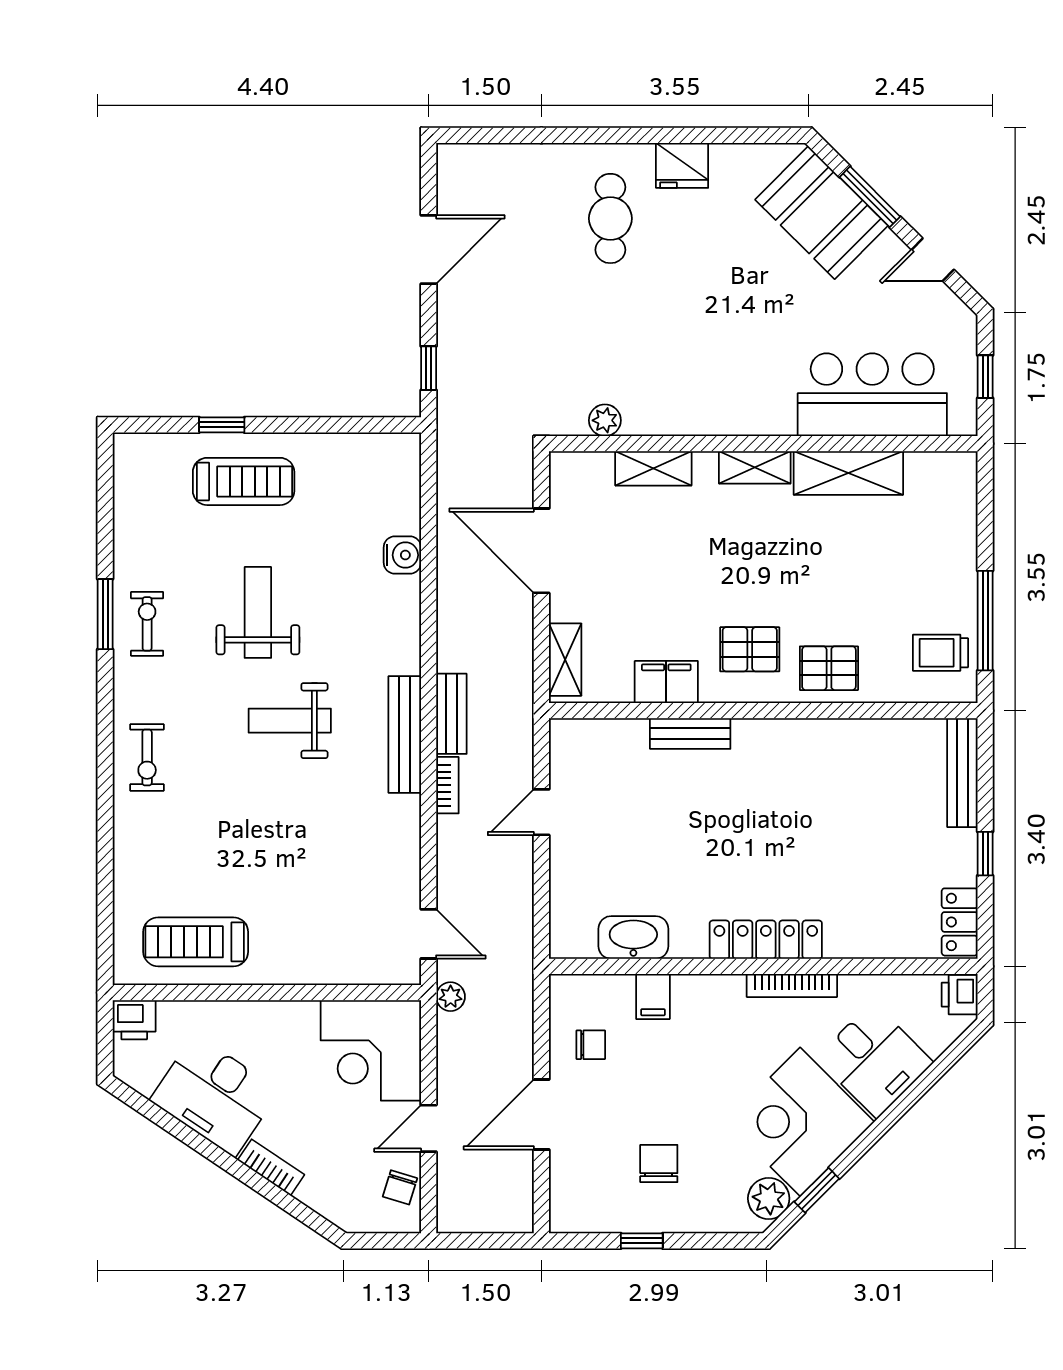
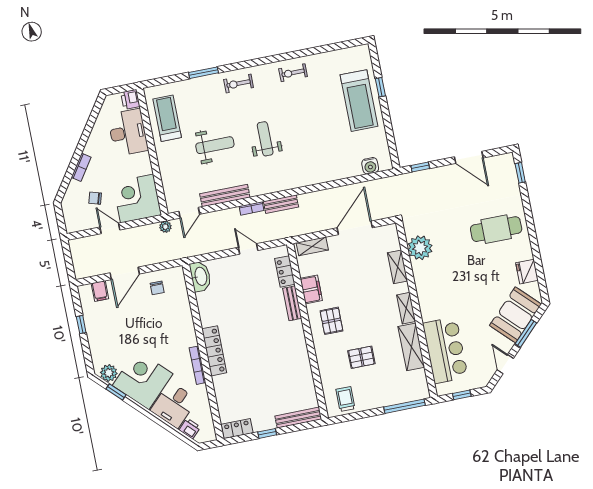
window: (489, 135) -> (520, 173), added
fridge: (682, 165) -> (527, 272), moved
cafe table: (610, 218) -> (496, 229), width x1.37, depth x1.35
plant: (605, 420) -> (420, 248), width x1.88, depth x1.88
treadmill: (244, 481) -> (359, 101), width x1.37, depth x1.38
water cooler: (402, 555) -> (370, 166), moved
weight bench: (258, 612) -> (215, 145), moved
window: (105, 614) -> (204, 73), moved
window: (985, 621) -> (405, 406), moved
exercise bike: (147, 624) -> (293, 73), turned 180
pallet: (829, 668) -> (361, 357), moved, turned 90
bench: (405, 734) -> (225, 196), moved
locker: (612, 736) -> (285, 271), added
washbasin: (633, 937) -> (200, 276), moved
printer: (960, 995) -> (190, 429), moved, turned 45
filing cabinet: (653, 996) -> (100, 291), moved, turned -90
desk: (215, 1096) -> (128, 132), moved, turned 146
door: (541, 1114) -> (125, 273), swing flipped
chair: (659, 1164) -> (114, 325), removed
chair: (400, 1187) -> (95, 198), moved

